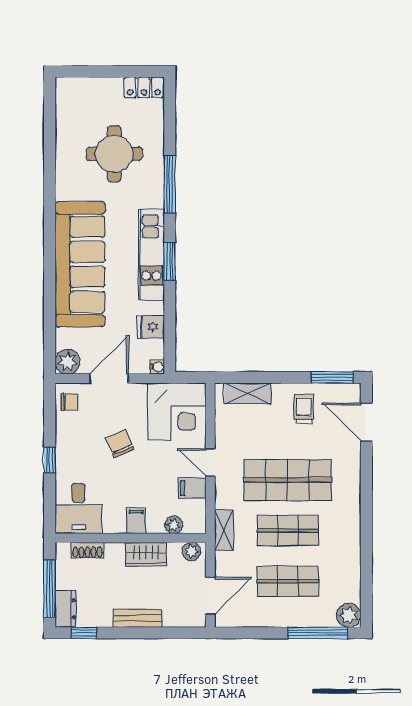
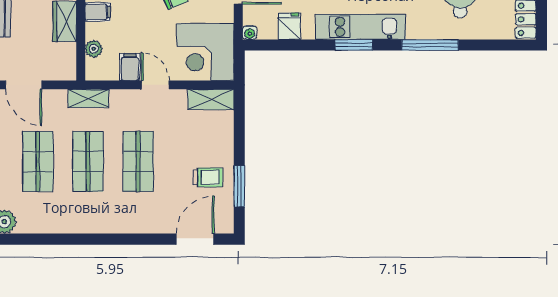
window: (332, 377) -> (239, 186), moved
shelving: (248, 393) -> (211, 100), moved, turned 90
door: (210, 462) -> (155, 85), hinge flipped
shop shelf: (288, 480) -> (138, 161), width x0.70, depth x0.74
plant: (192, 551) -> (67, 66), removed

